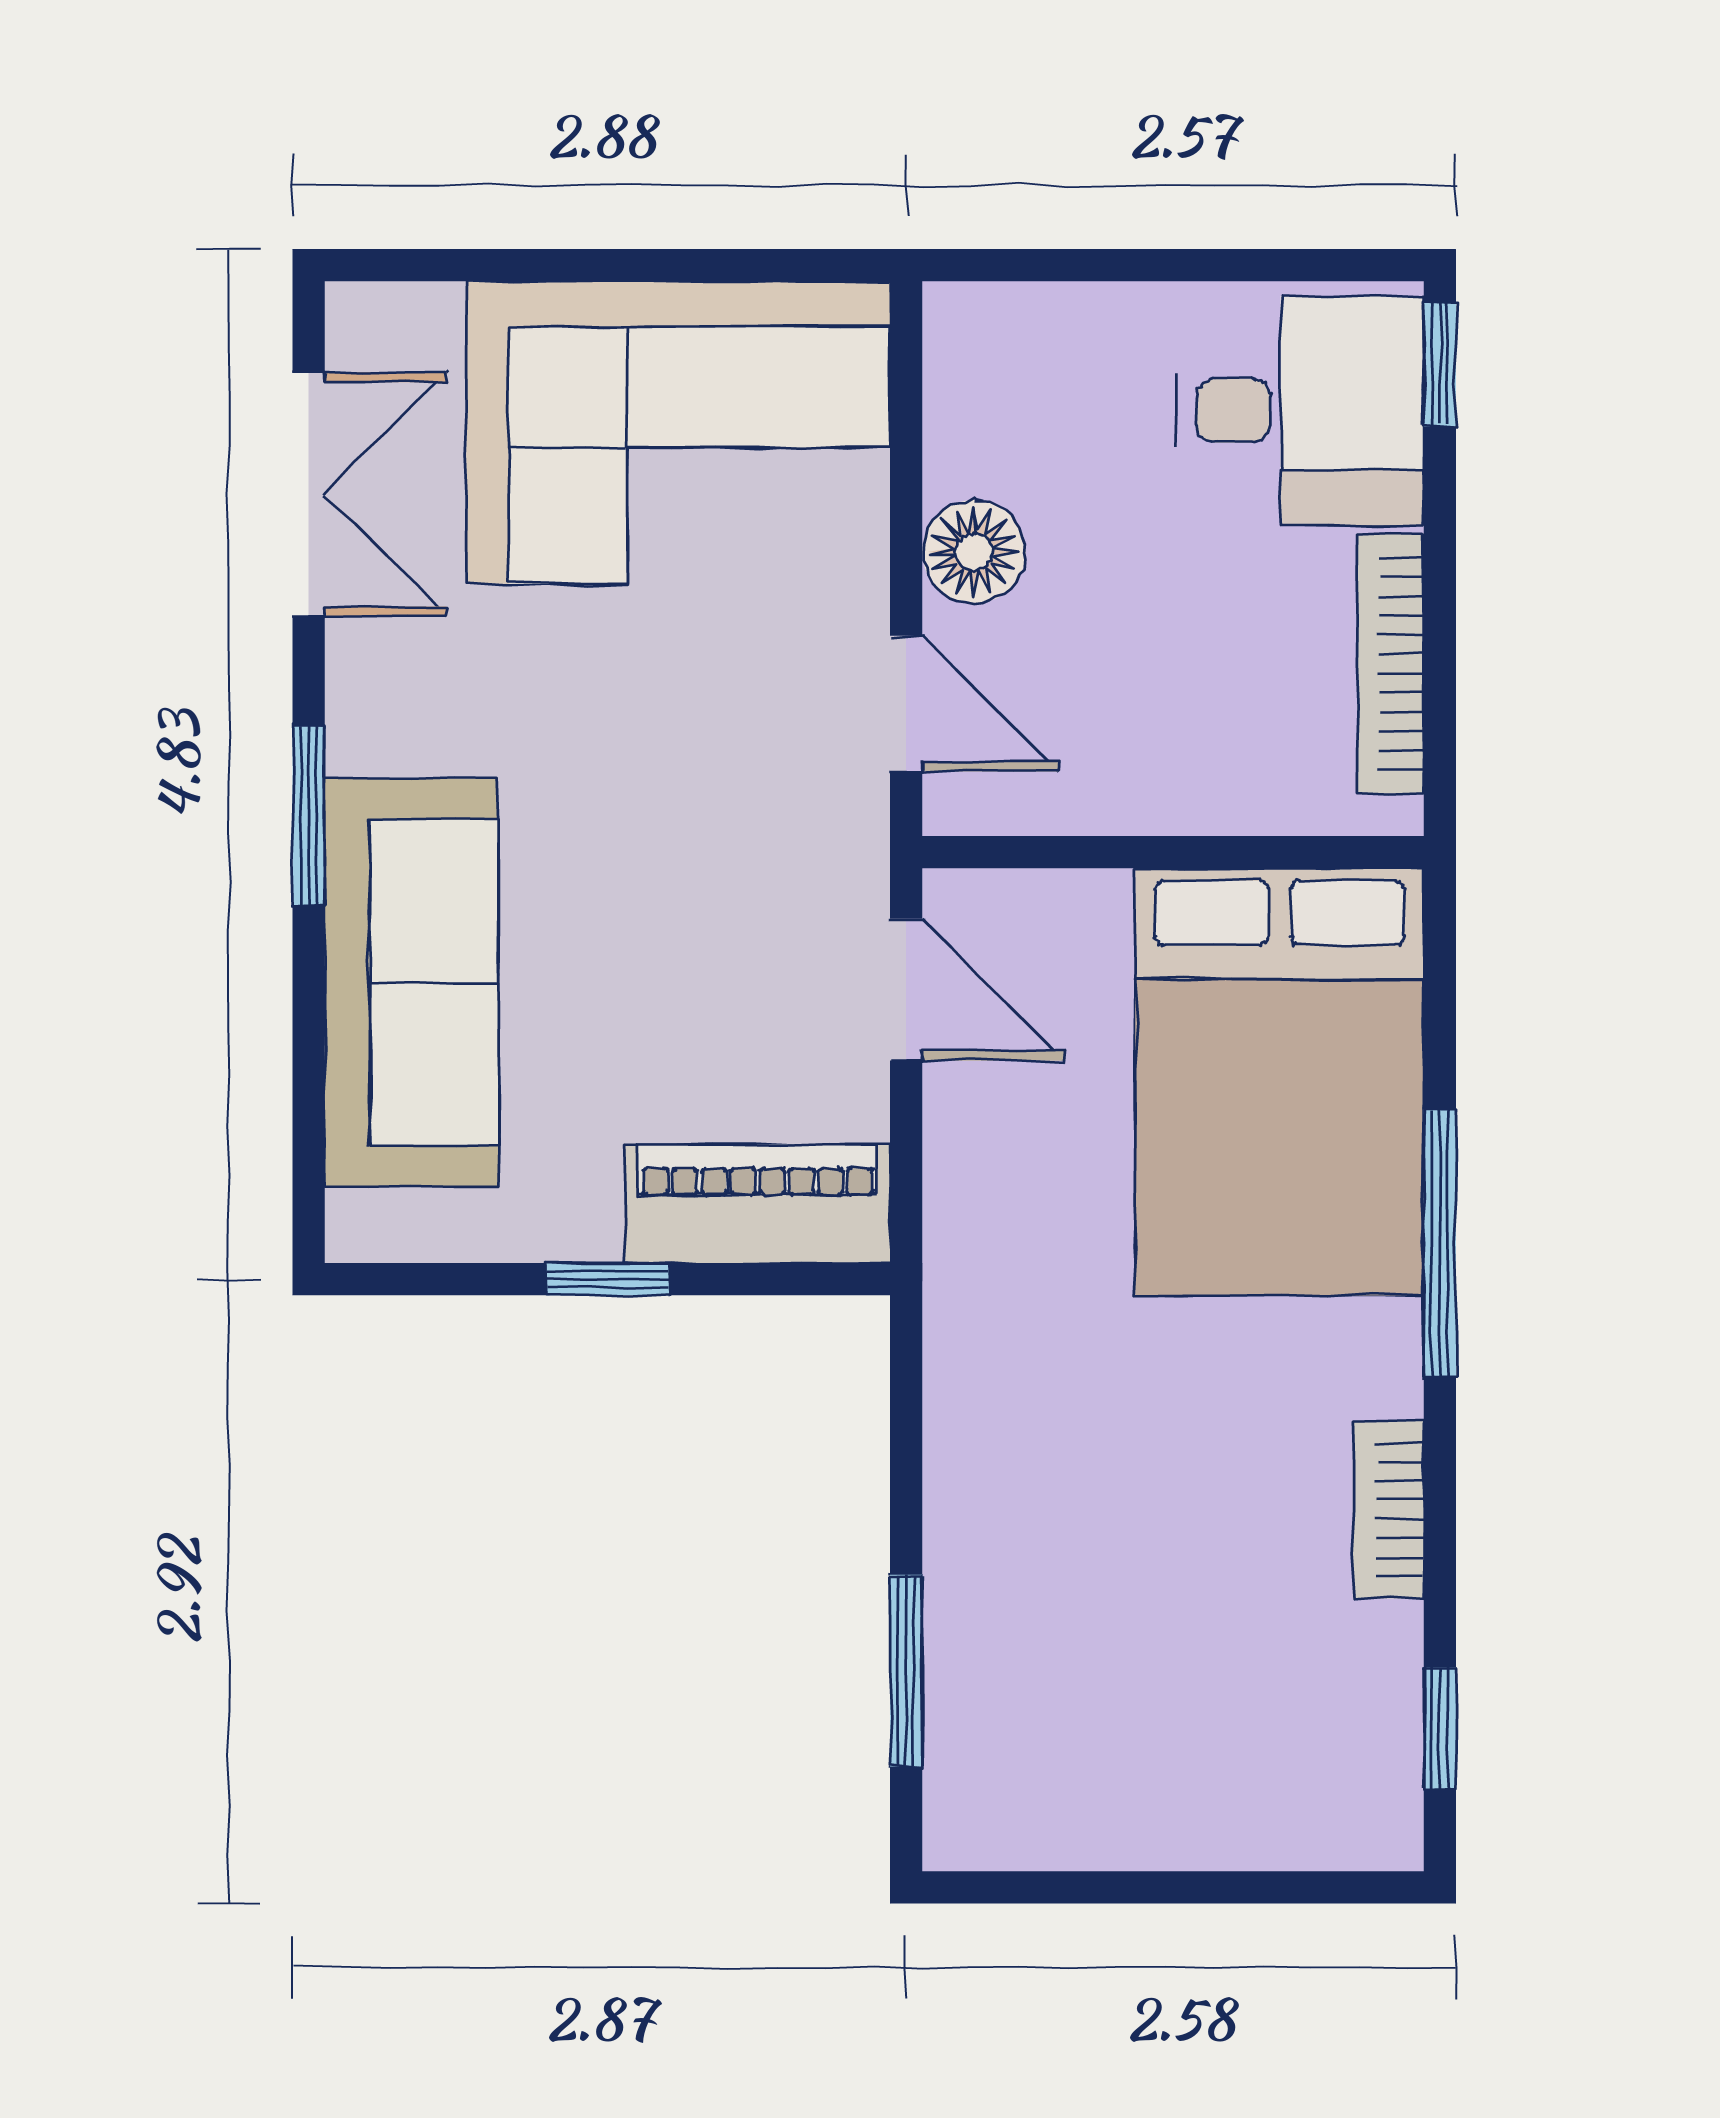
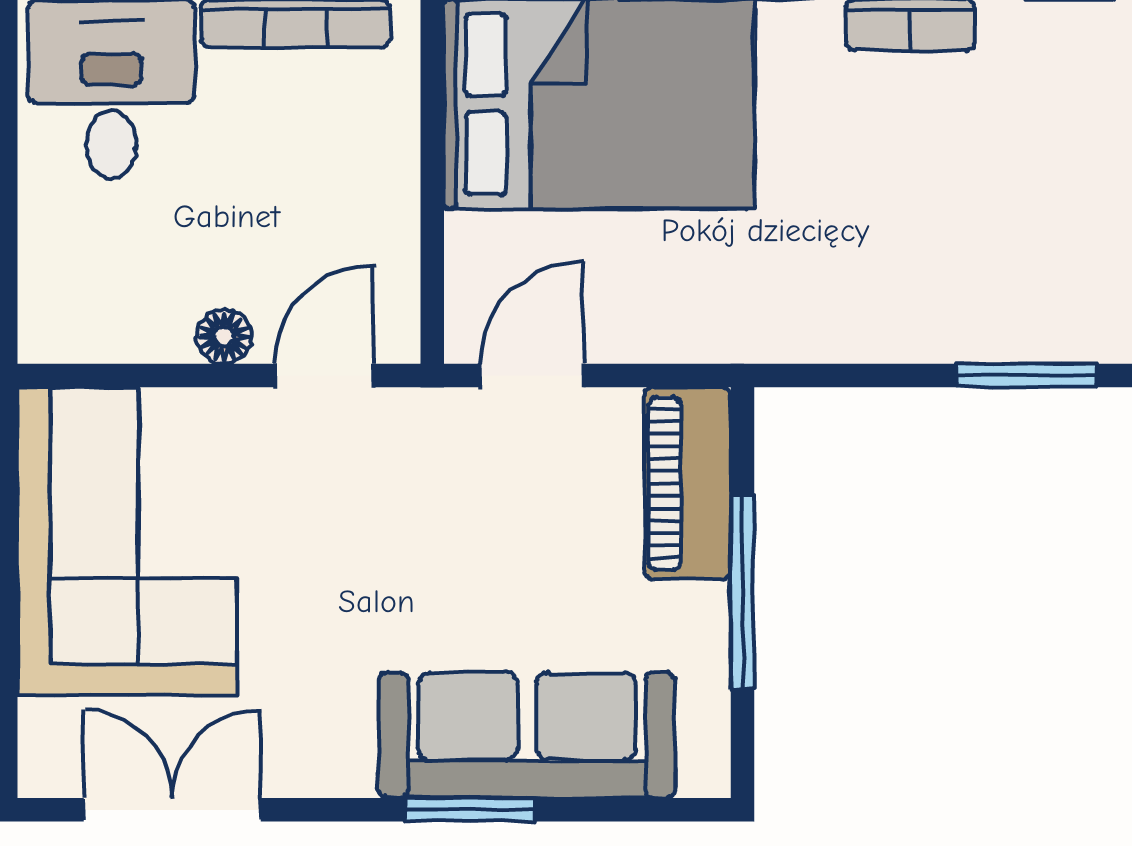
floor lamp: (974, 552) -> (224, 336), width x0.73, depth x0.73
window: (309, 816) -> (470, 810), moved
window: (608, 1279) -> (742, 592), width x2.17

